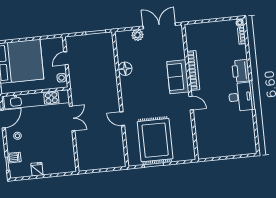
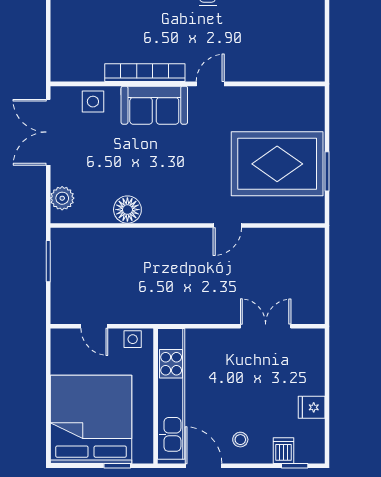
plant: (137, 35) -> (62, 198), moved
side table: (177, 46) -> (93, 102), added
double door: (72, 118) -> (266, 326), moved

